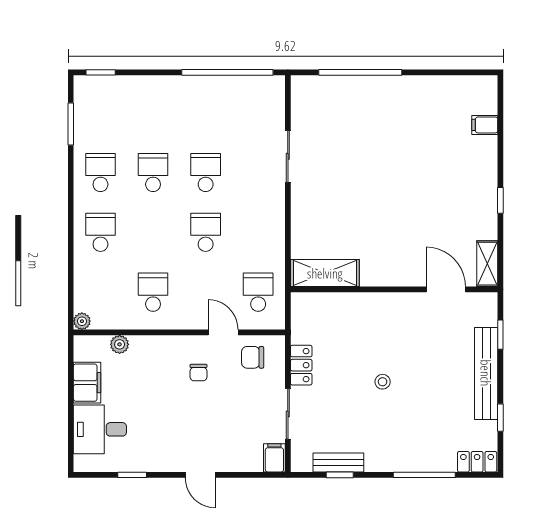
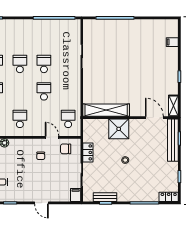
shelving: (325, 273) -> (106, 110), width x1.47
shower: (368, 314) -> (119, 129), added
bench: (486, 373) -> (173, 140), moved

